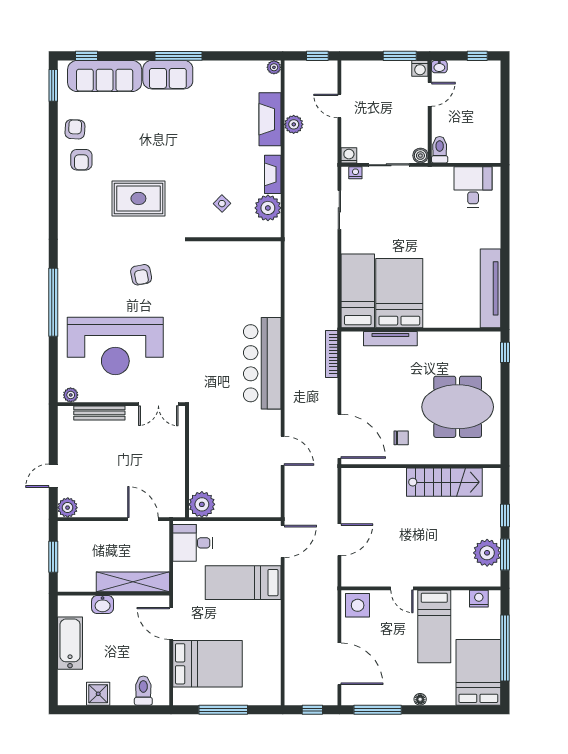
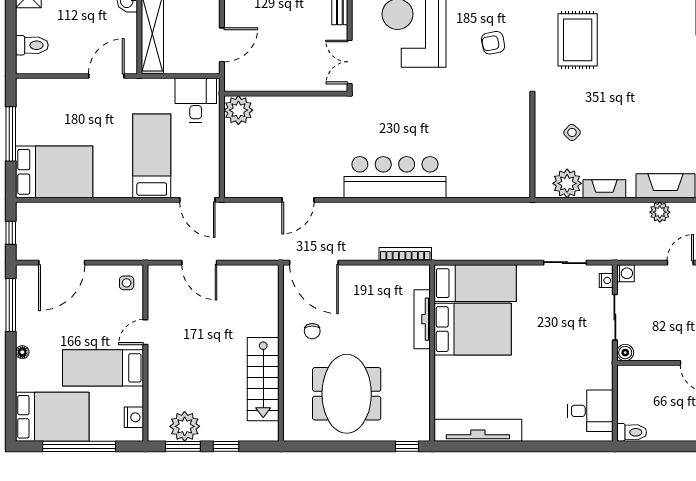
toilet: (440, 150) -> (632, 432), moved
door: (339, 436) -> (314, 263), hinge flipped
side table: (358, 605) -> (127, 283), width x0.54, depth x0.54
bed: (208, 664) -> (54, 172), moved, turned -90

